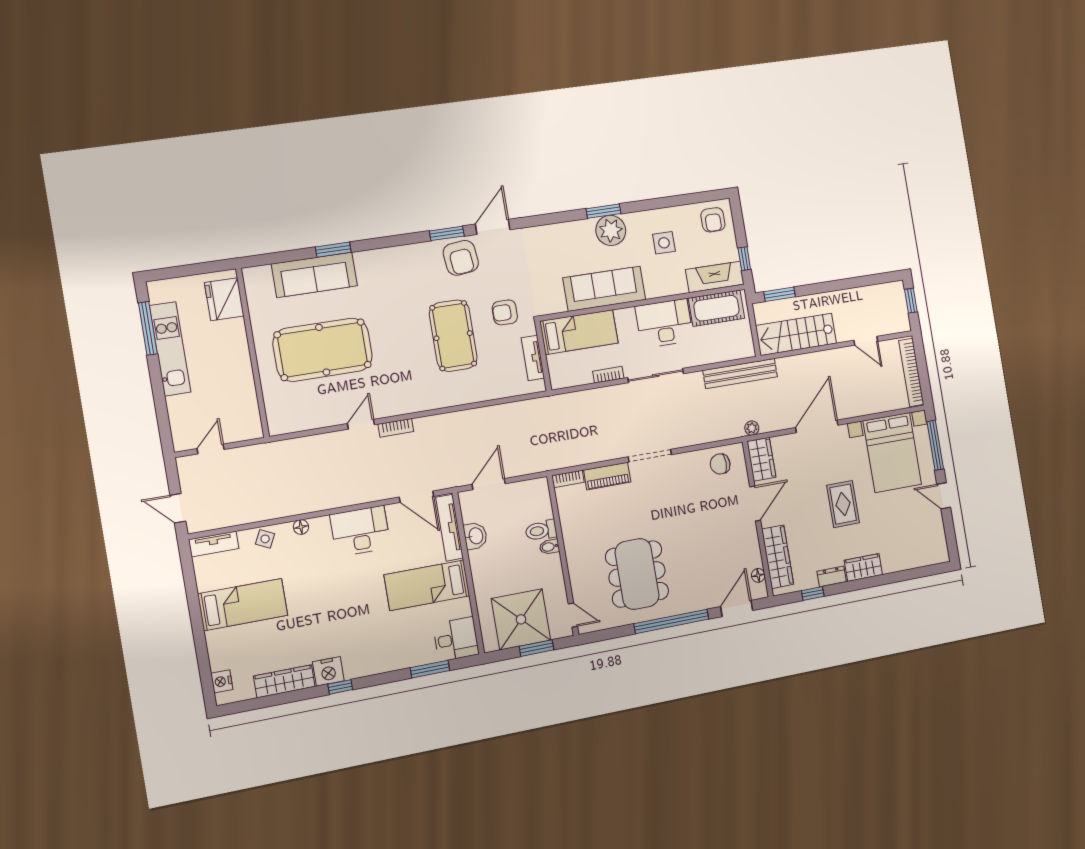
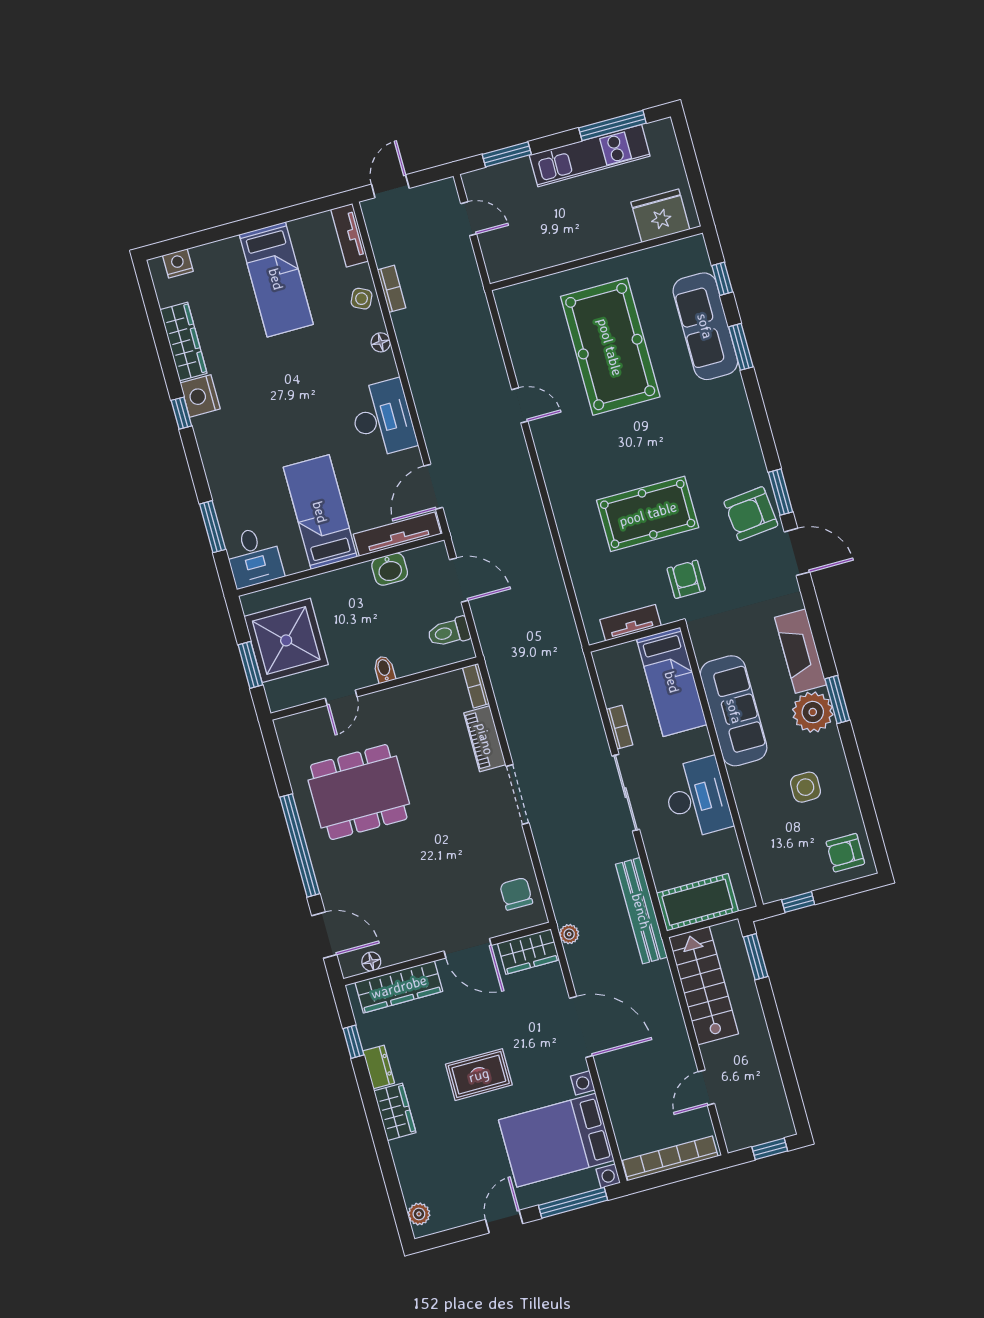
window: (279, 257) -> (722, 279), added
fireplace: (715, 277) -> (800, 651), moved, turned 180
cot: (716, 308) -> (697, 902), moved, turned 90
window: (162, 414) -> (507, 154), added
bookcase: (396, 428) -> (392, 289), moved, turned 180
toilet: (541, 530) -> (449, 632), moved, turned -90
plant: (934, 556) -> (419, 1214), added
door: (573, 615) -> (341, 698), moved

